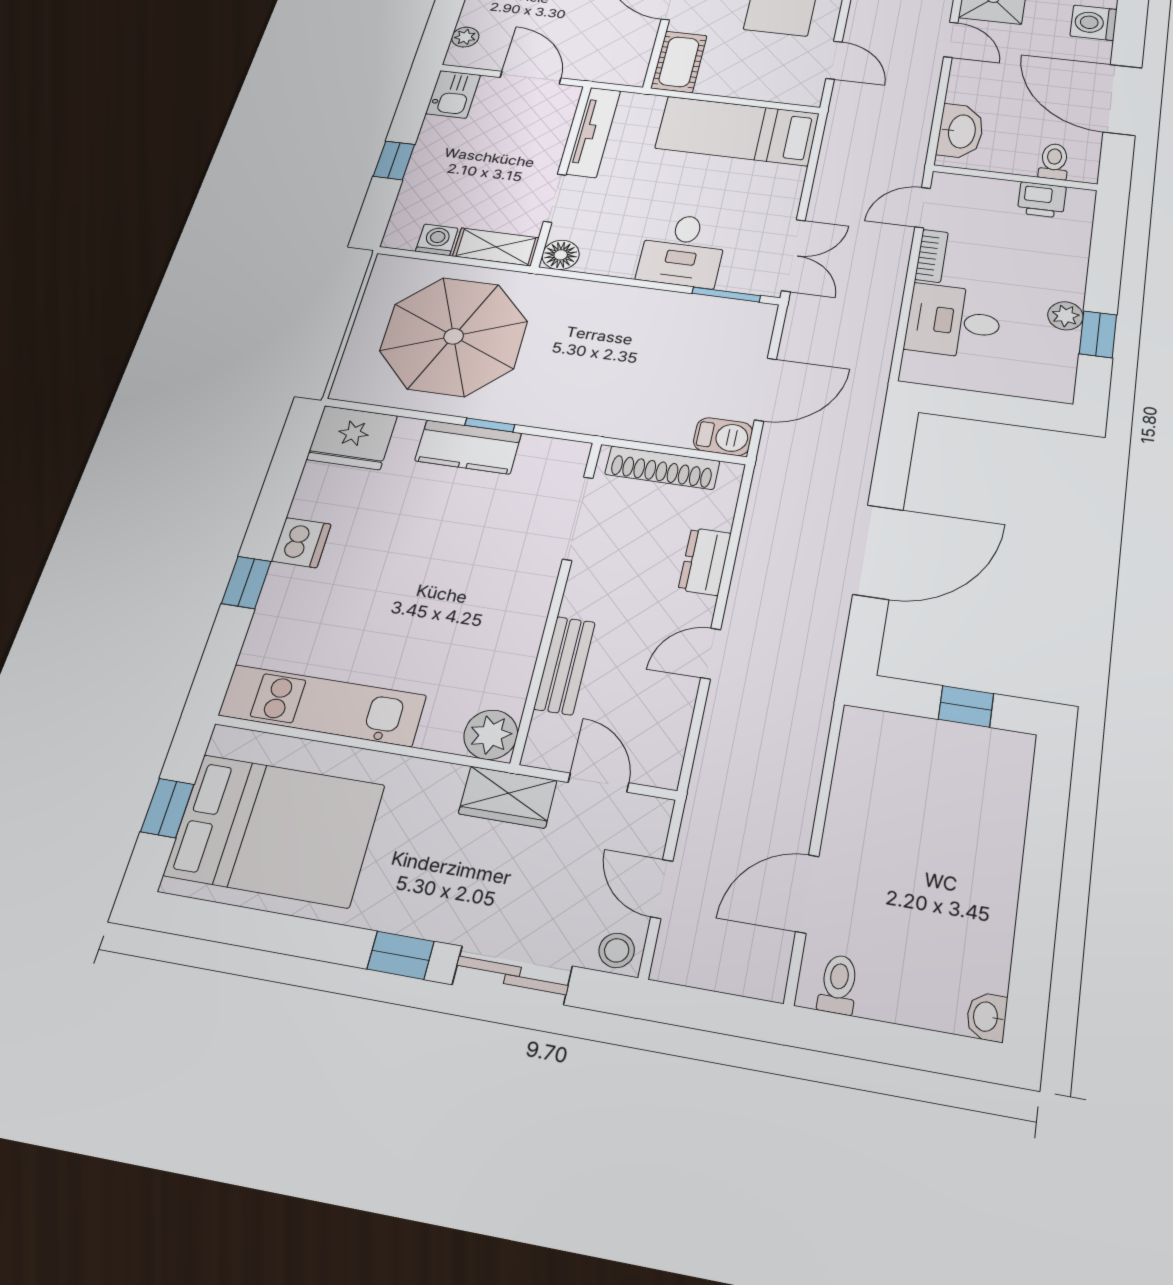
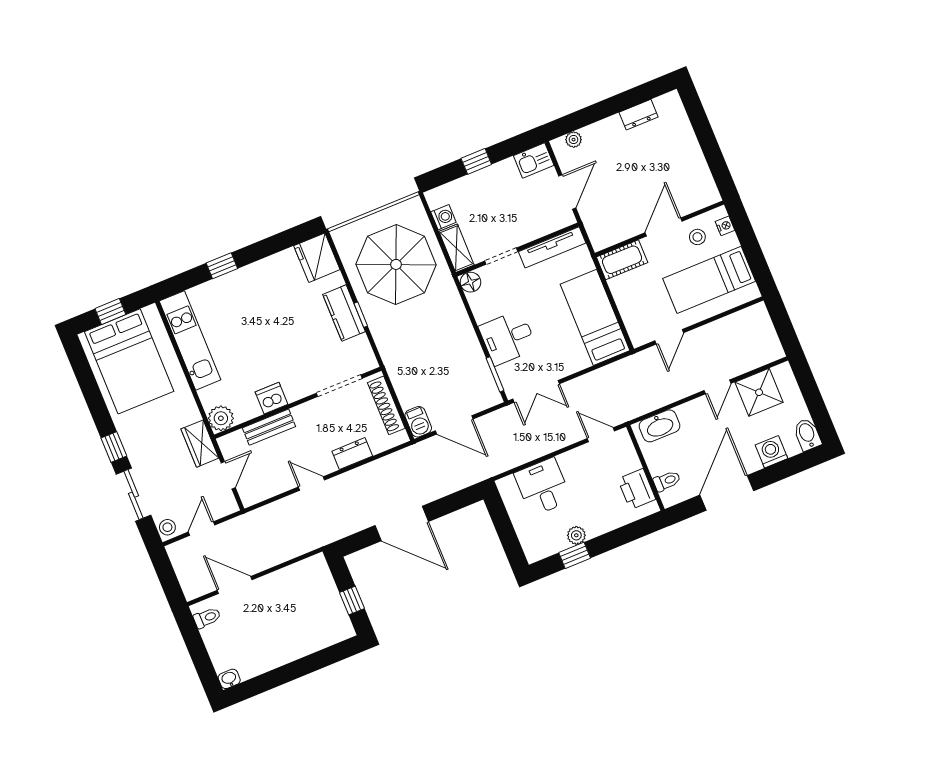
printer: (1042, 200) -> (637, 489), width x1.36, depth x1.24
bookcase: (932, 256) -> (574, 455), removed
dishwasher: (301, 543) -> (272, 398), moved, turned 180

